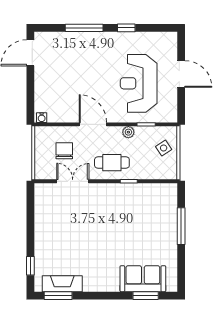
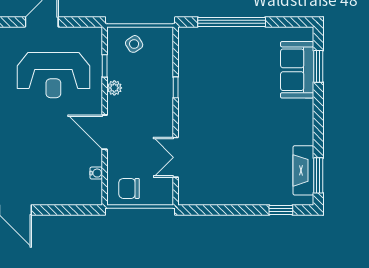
water cooler: (42, 118) -> (96, 173), moved
door: (93, 124) -> (105, 132), hinge flipped
chair: (64, 151) -> (129, 188), moved
cafe table: (112, 163) -> (152, 108), removed
window: (181, 226) -> (232, 22), width x1.46

